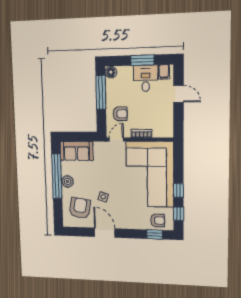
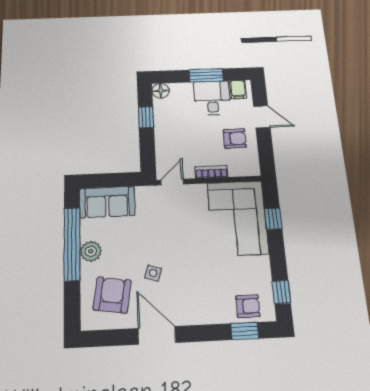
window: (101, 92) -> (146, 117), width x0.46
armchair: (120, 114) -> (235, 138), moved
corner sofa: (150, 174) -> (238, 218), width x0.73, depth x0.74
window: (179, 190) -> (273, 219), moved

